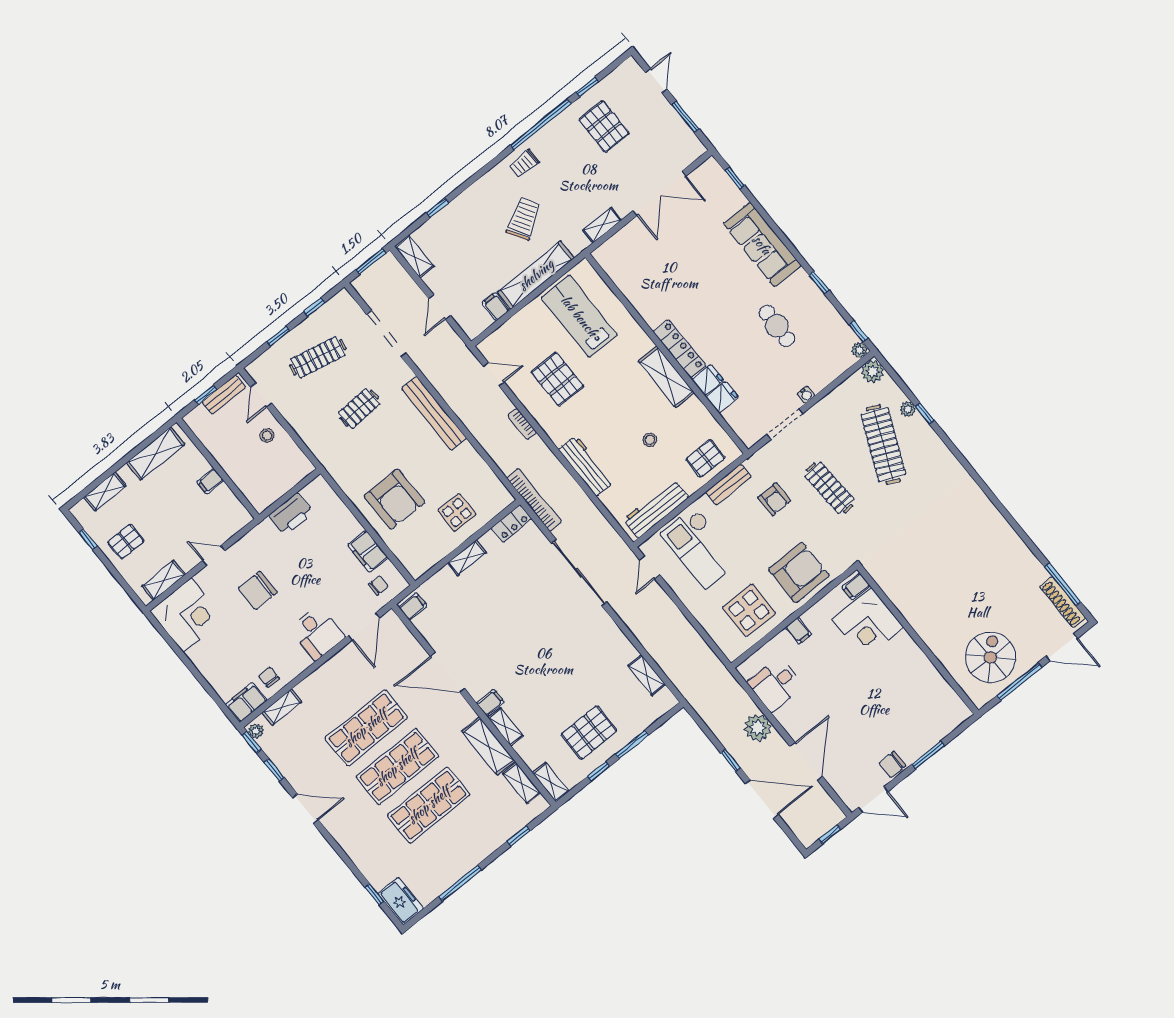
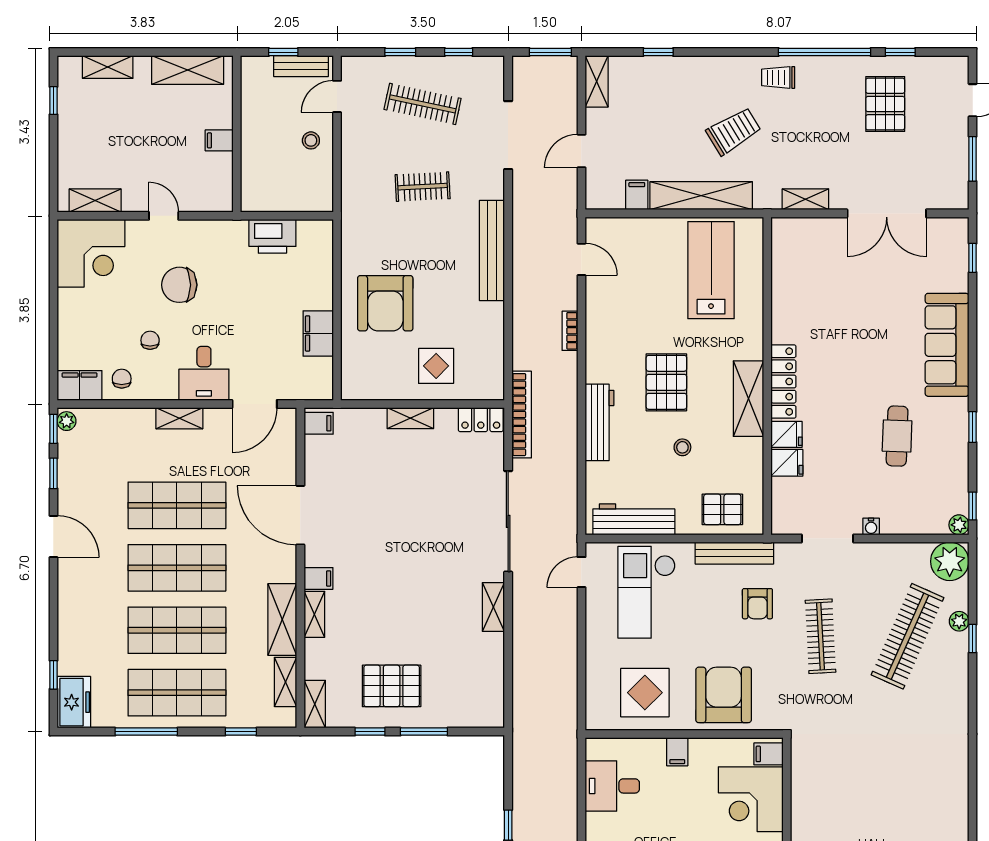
plant: (873, 371) -> (950, 561), width x1.36, depth x1.36
pallet: (557, 379) -> (666, 382), moved
bench: (728, 485) -> (734, 553), width x1.36
pallet: (126, 542) -> (89, 133), removed
armchair: (799, 572) -> (724, 695), turned -90
chair: (378, 585) -> (150, 340), moved, turned -90
shelving: (647, 675) -> (493, 607), moved
shelving: (282, 707) -> (179, 418), moved
plant: (758, 728) -> (561, 814), removed
shop shelf: (460, 844) -> (177, 693), added

